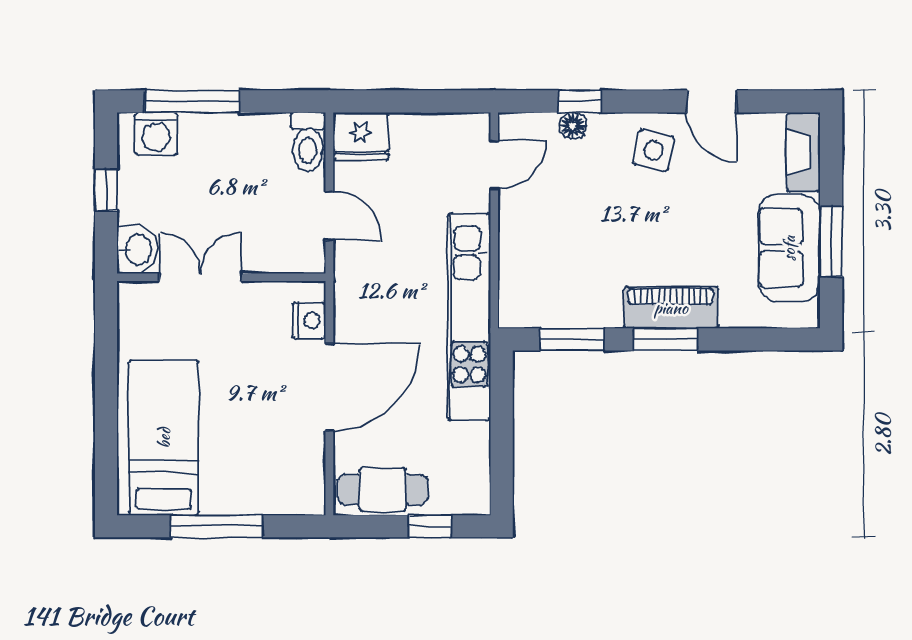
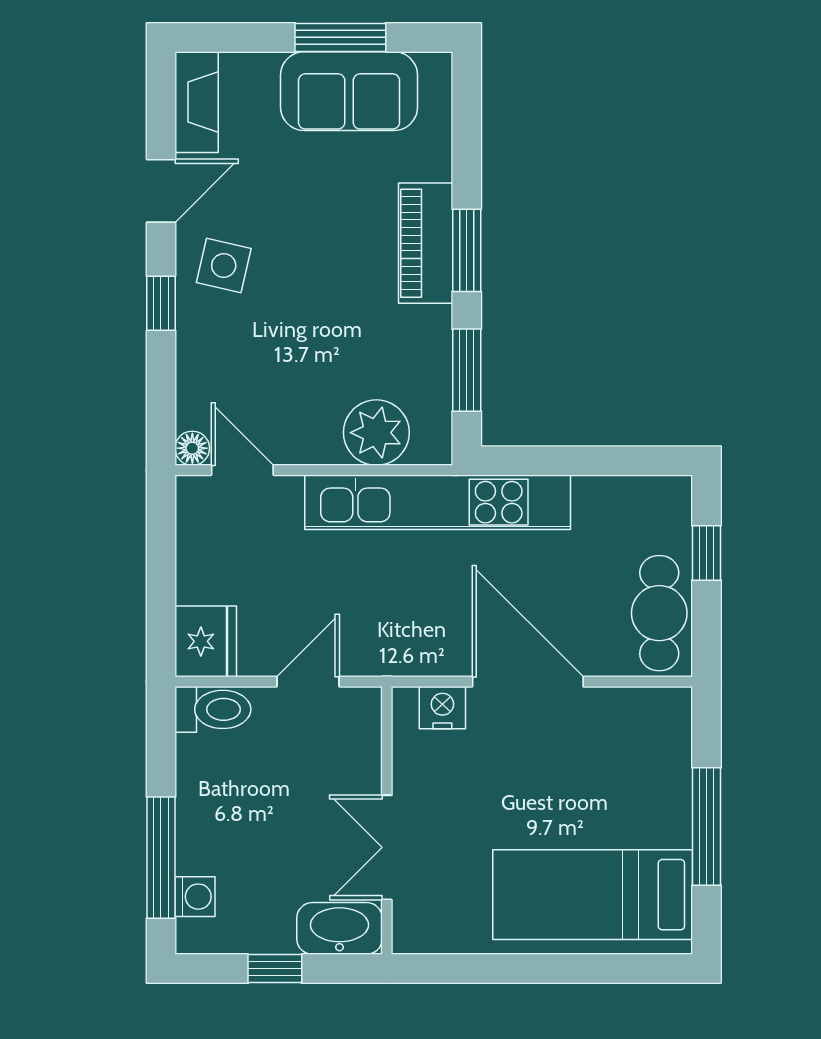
window: (580, 101) -> (161, 303), moved
floor lamp: (573, 126) -> (192, 448), moved
washing machine: (156, 134) -> (195, 897), width x0.73, depth x0.73
fireplace: (803, 152) -> (197, 102), moved, turned -90
washbasin: (137, 250) -> (339, 928), width x1.38
plant: (523, 269) -> (376, 433), added

